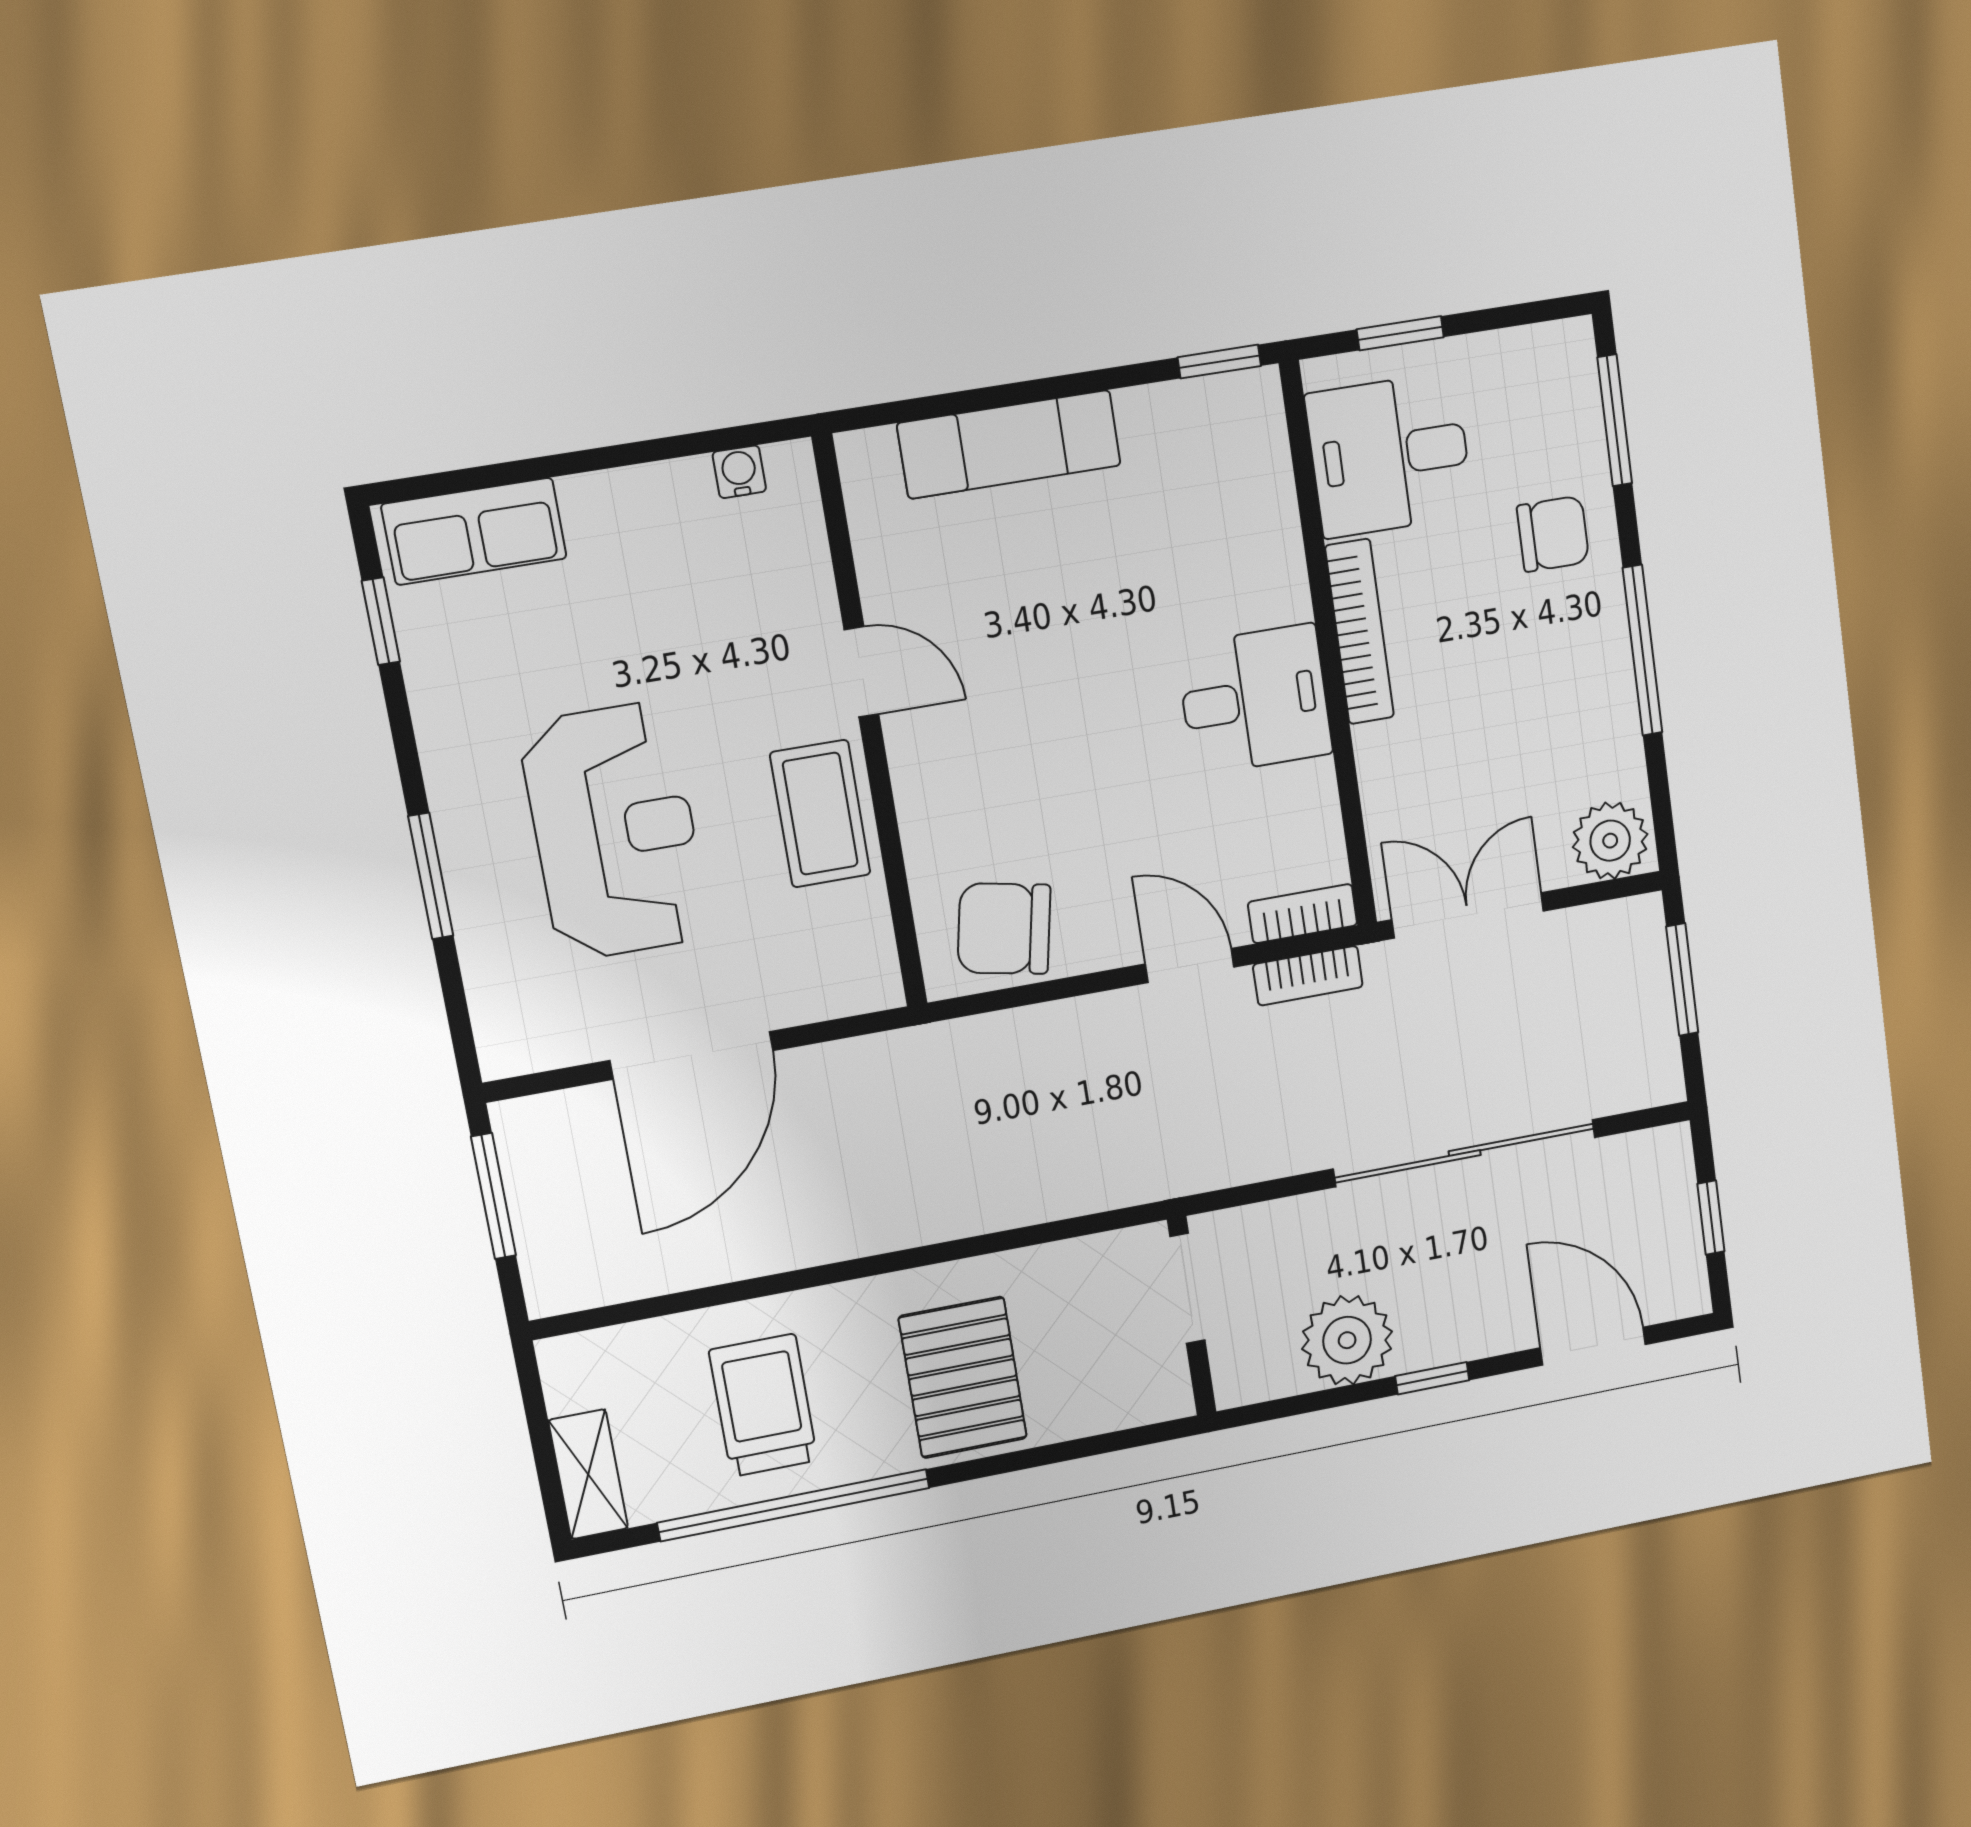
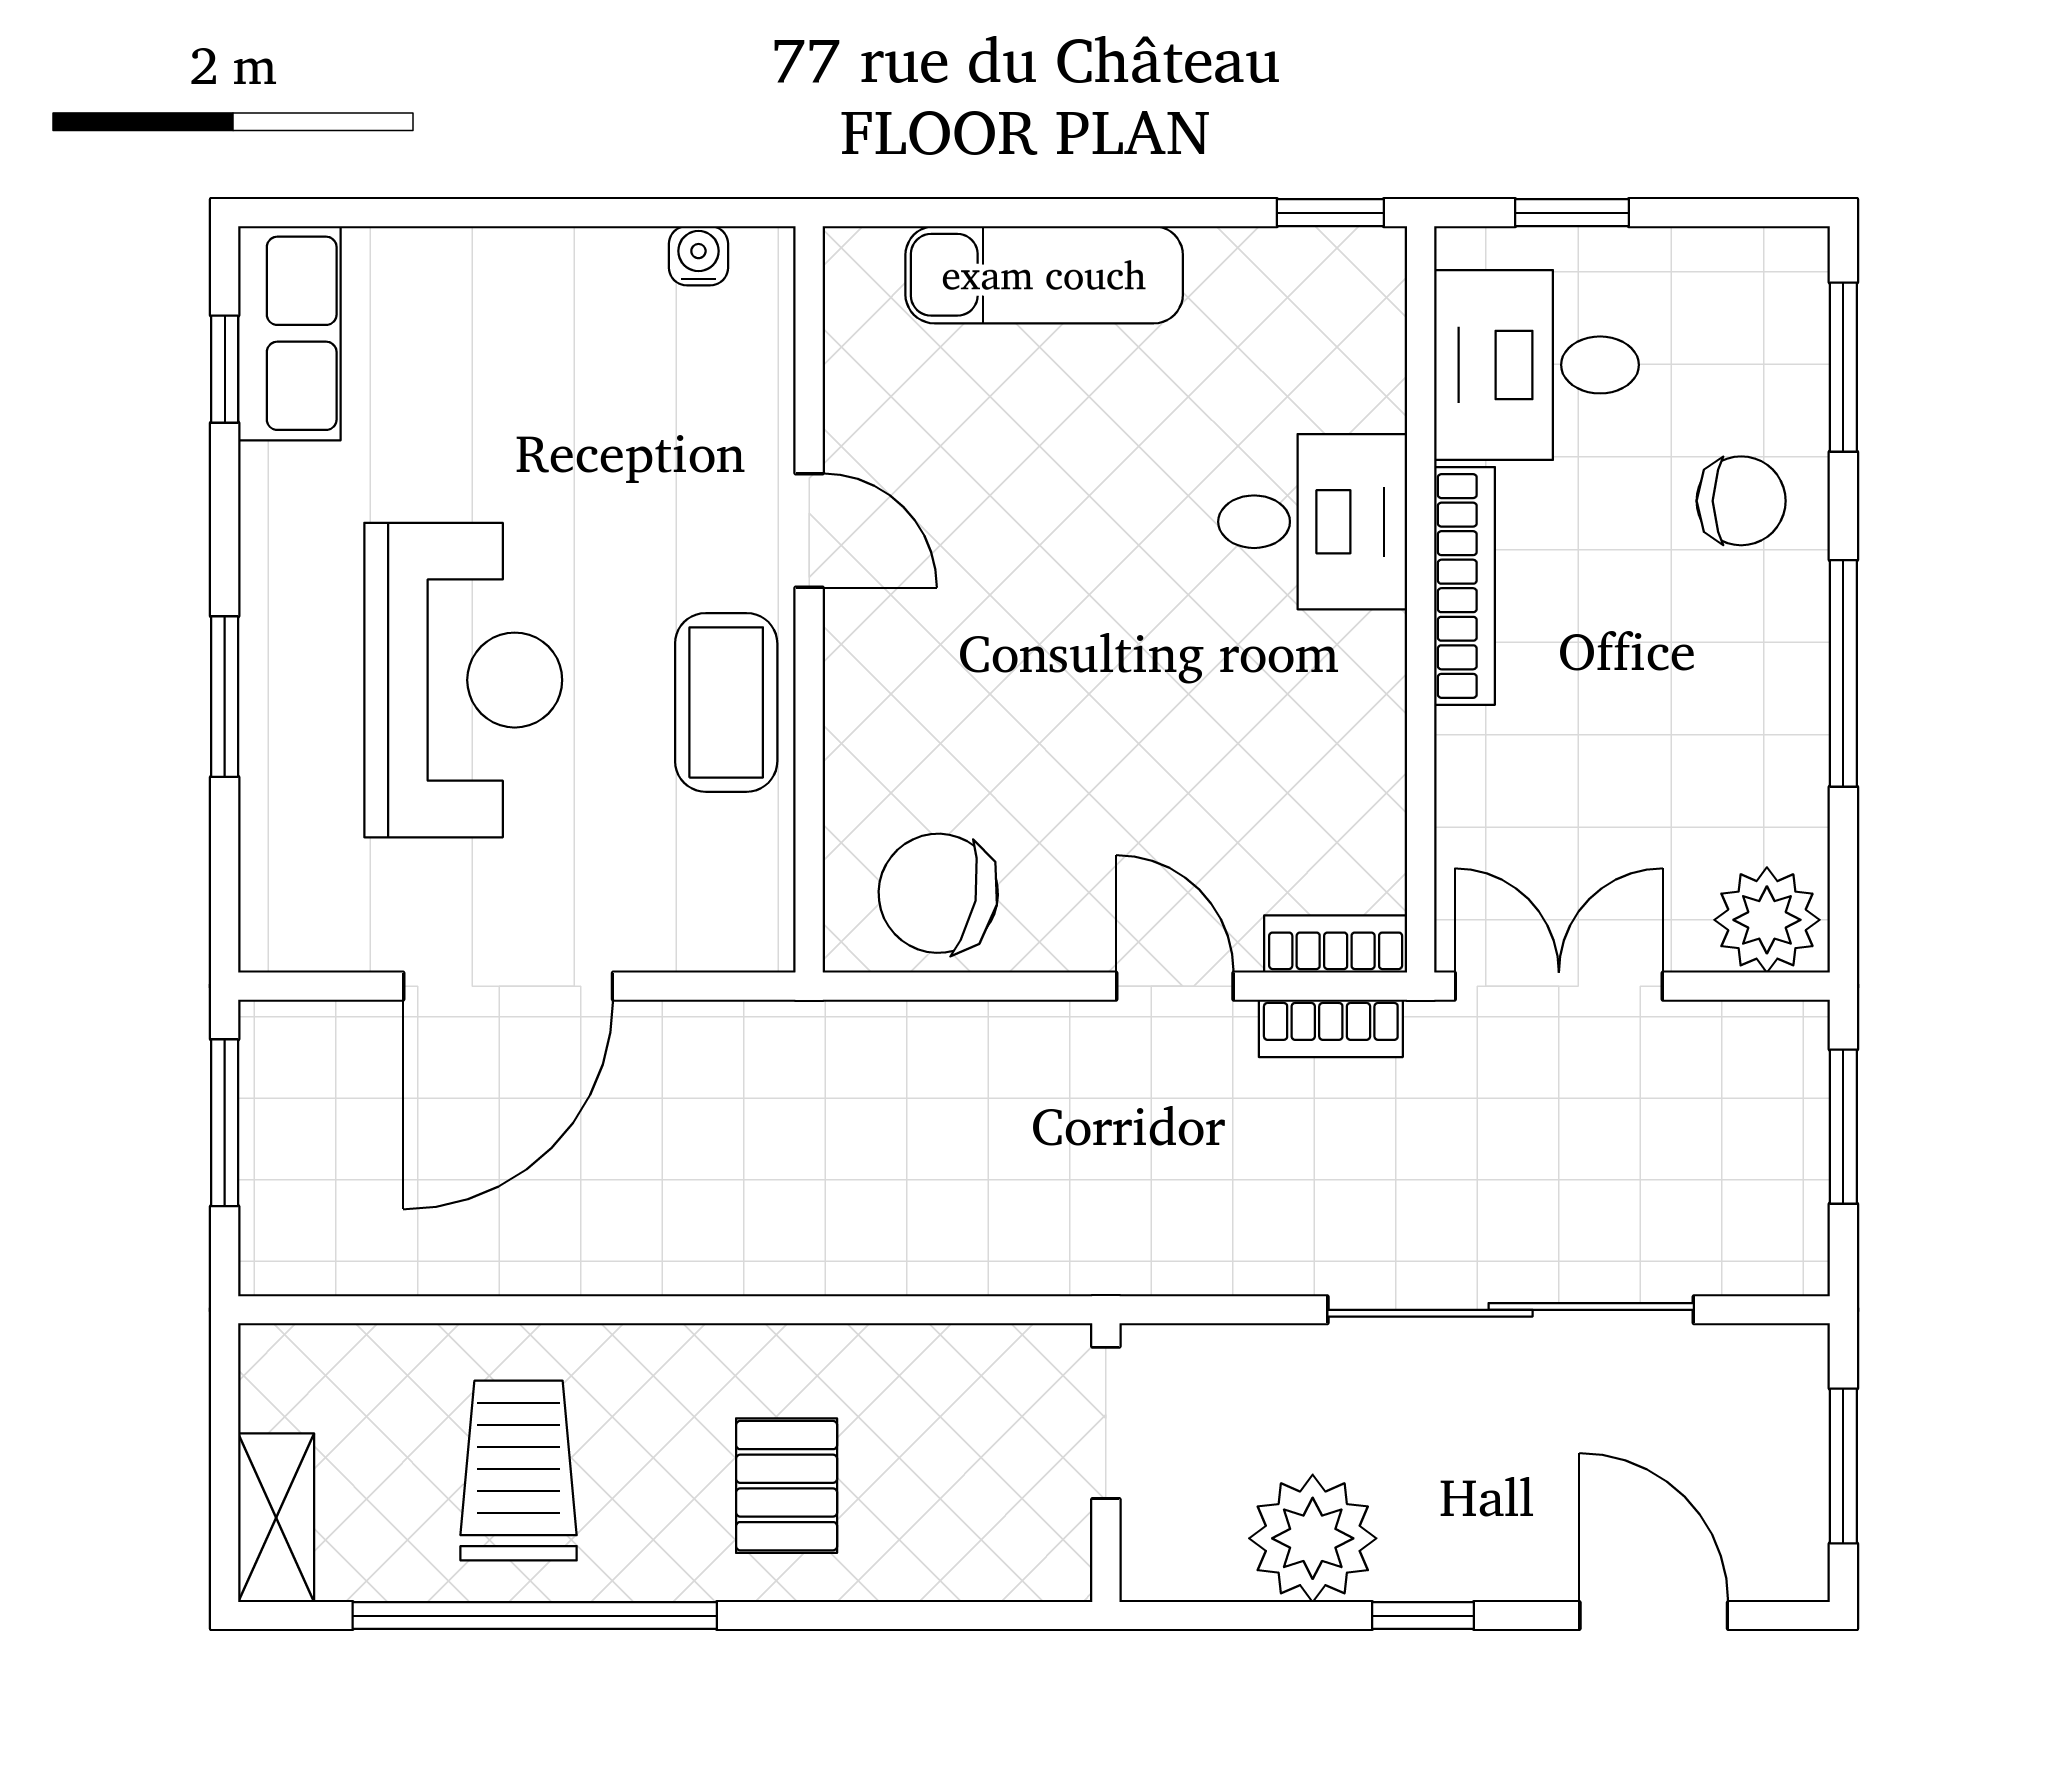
row of seats: (474, 531) -> (289, 333), moved, turned -90
desk: (1254, 700) -> (1313, 522), moved
window: (1711, 1218) -> (1843, 1466), width x1.50
pallet: (963, 1378) -> (787, 1486), width x0.67, depth x0.71

